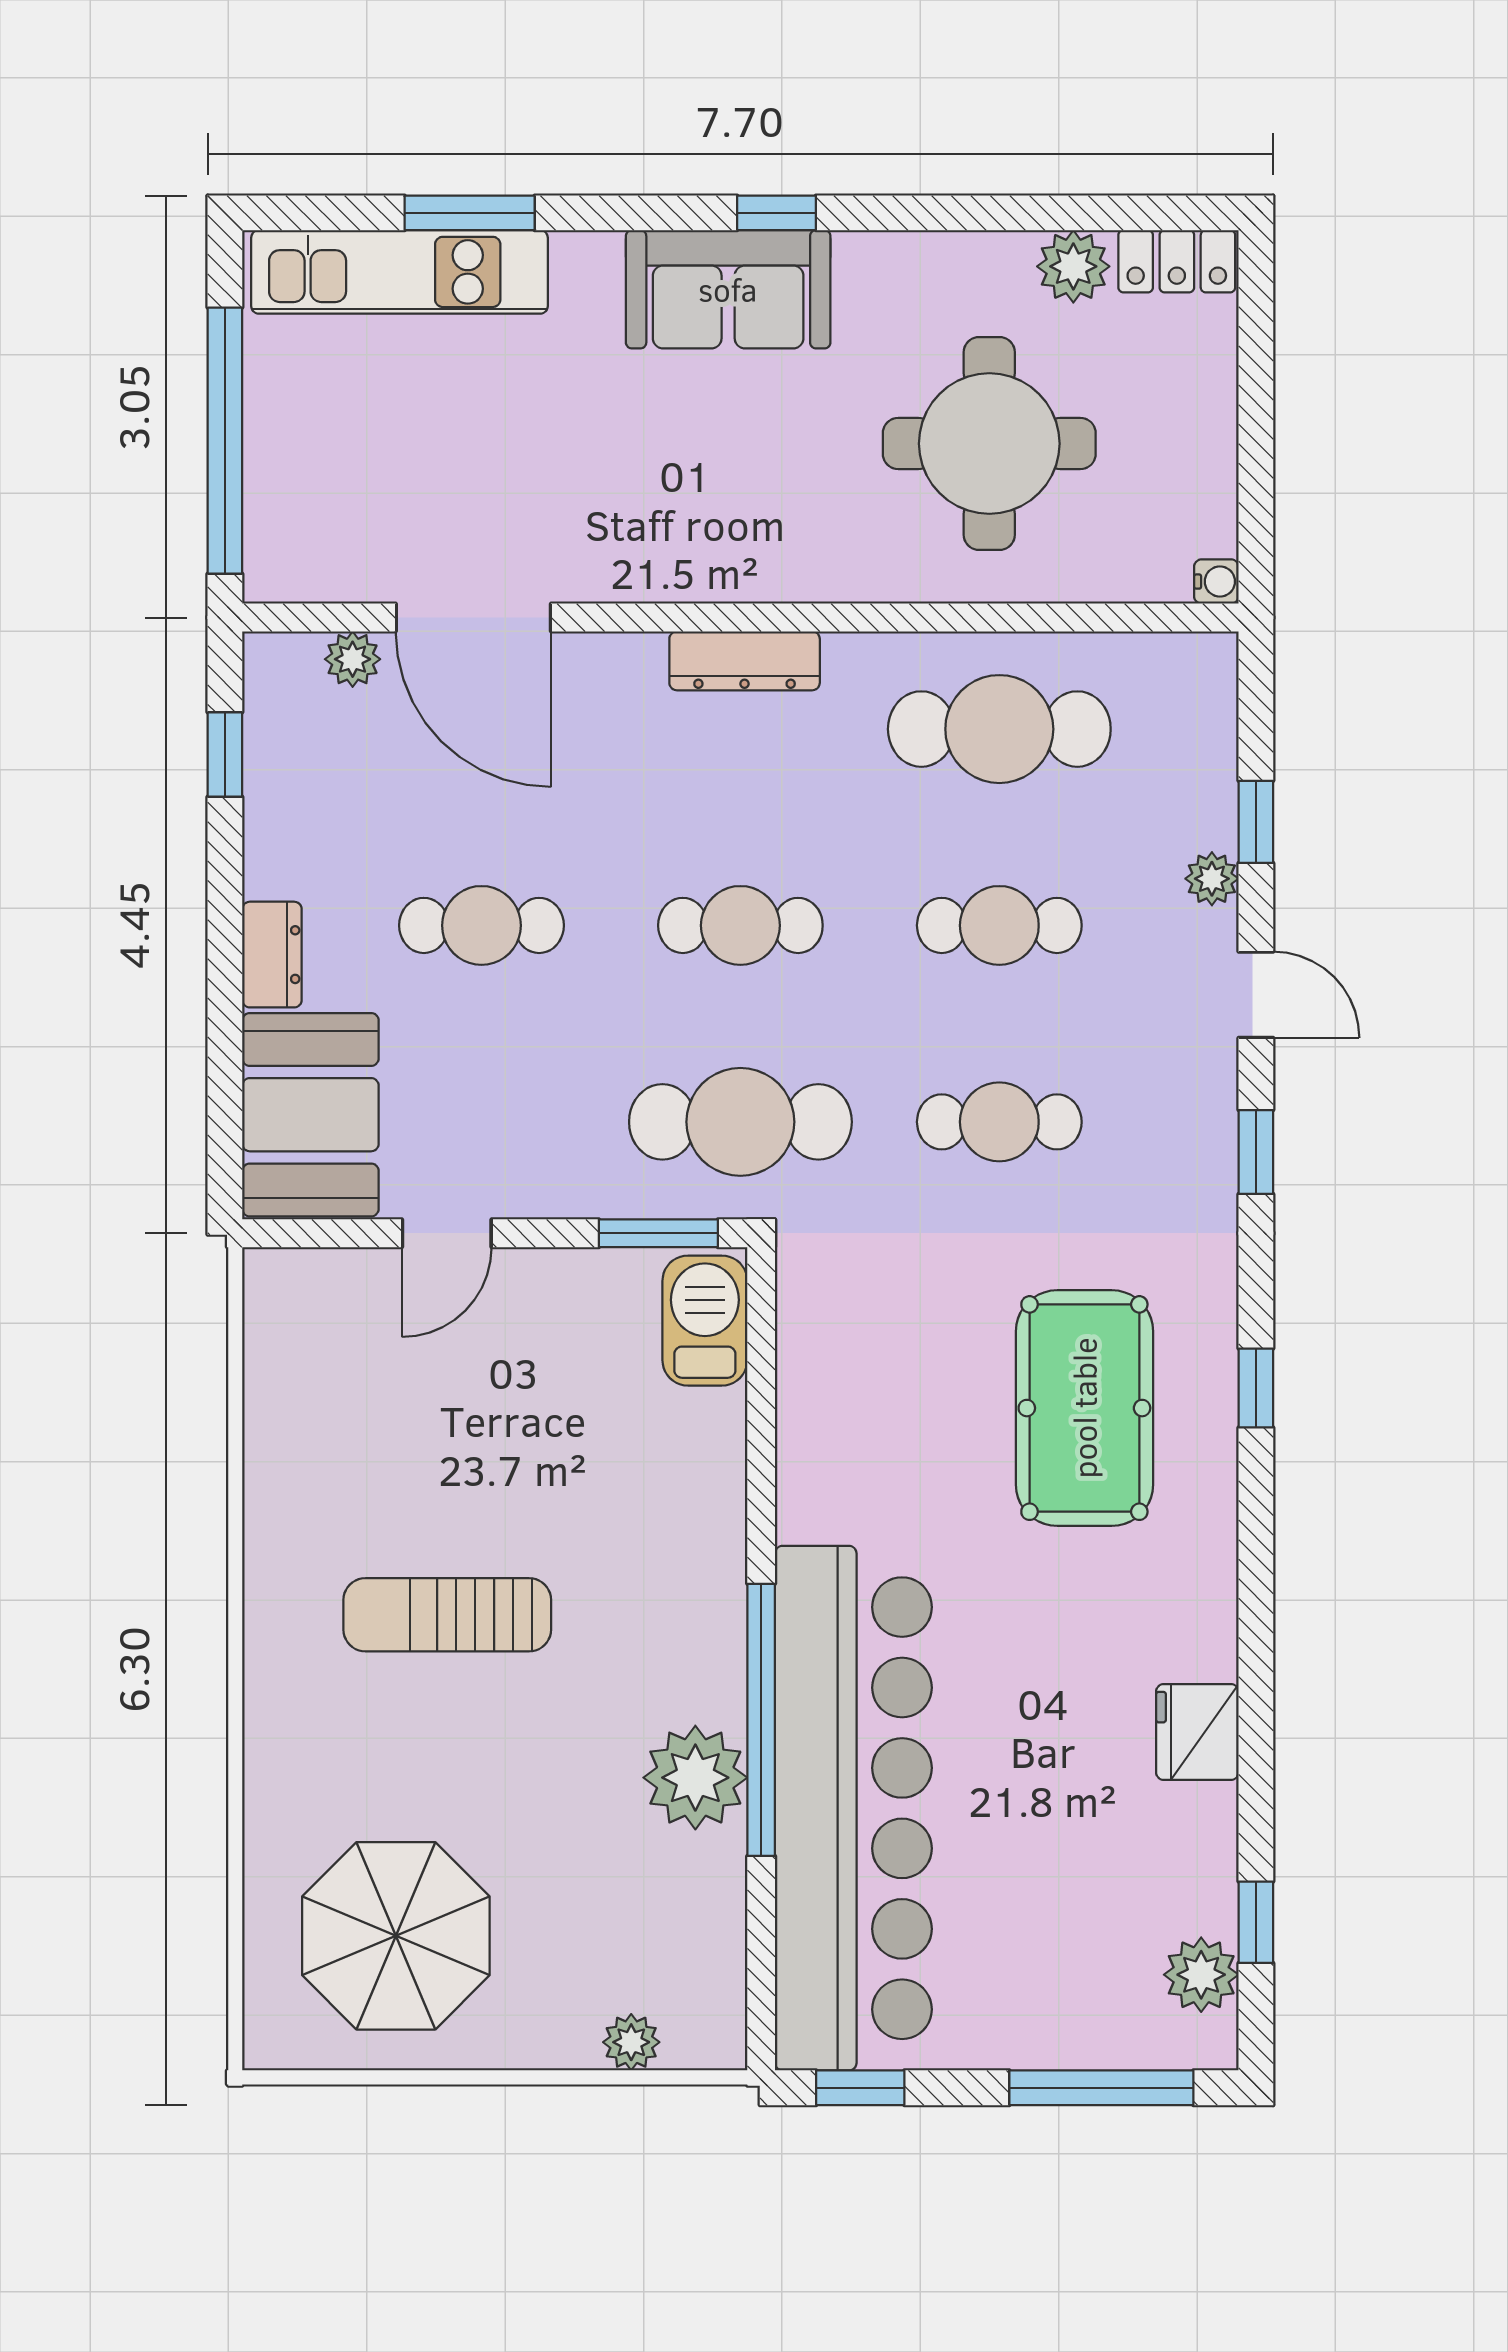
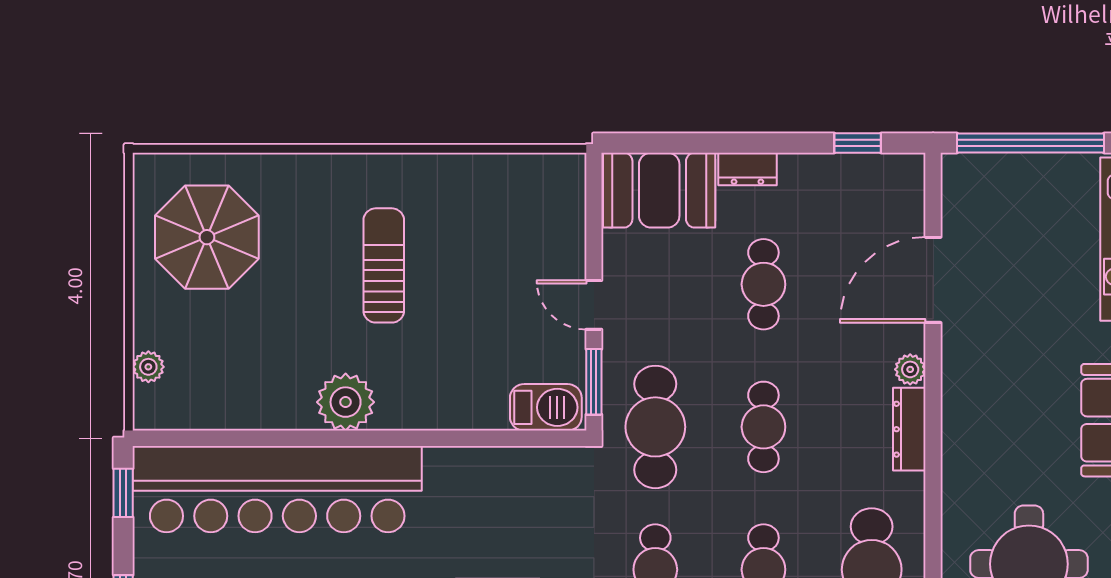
plant: (353, 659) -> (910, 369), moved
door: (447, 1233) -> (594, 305), moved
window: (761, 1720) -> (326, 438), removed
plant: (695, 1778) -> (346, 402), moved

